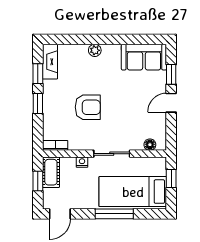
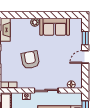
sofa: (144, 57) -> (55, 27), moved
armchair: (88, 107) -> (30, 60), turned -100

